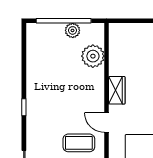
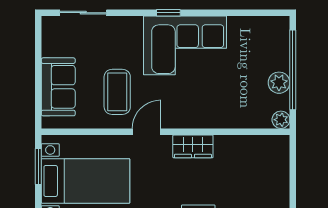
plant: (93, 56) -> (281, 120), moved, width x0.53, depth x0.53
corner sofa: (47, 96) -> (185, 45), added

